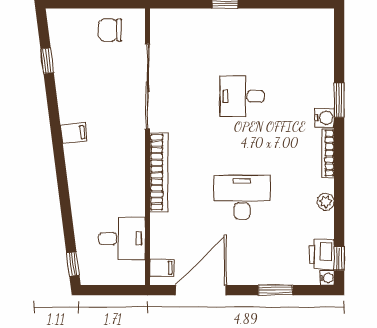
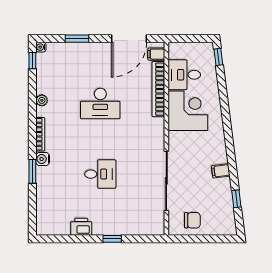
filing cabinet: (74, 133) -> (221, 171), moved
bookcase: (159, 172) -> (158, 89), moved
corner desk: (117, 187) -> (188, 111), added
printer: (322, 254) -> (81, 227), moved, turned -90

